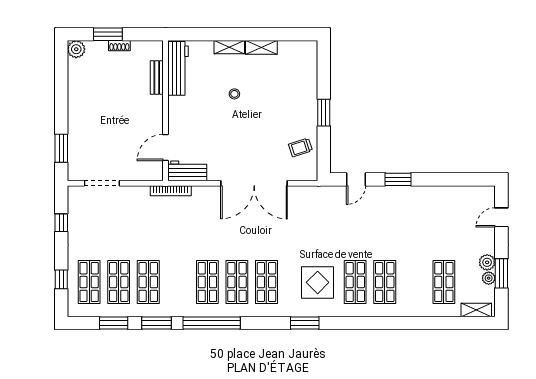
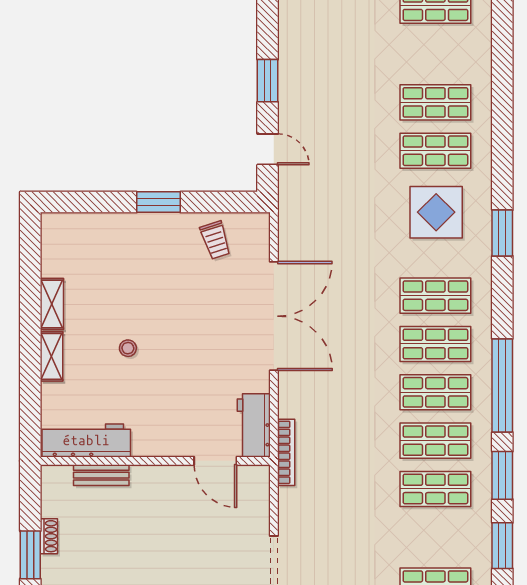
shop shelf: (119, 282) -> (435, 441), moved

